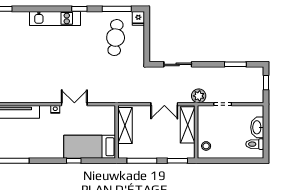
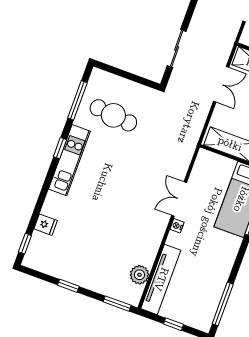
kitchen unit: (55, 18) -> (69, 160), moved
fridge: (138, 18) -> (46, 225), moved
plant: (199, 96) -> (139, 275), moved

